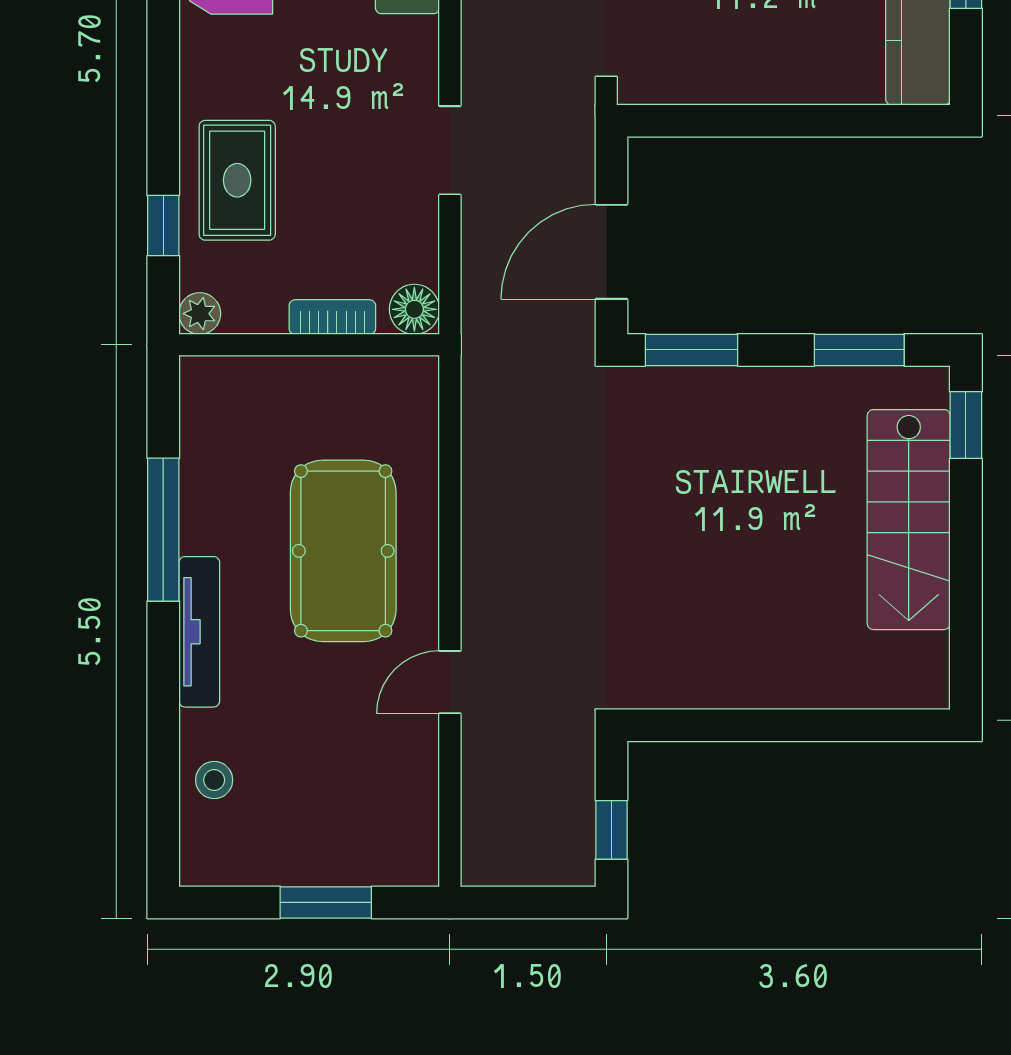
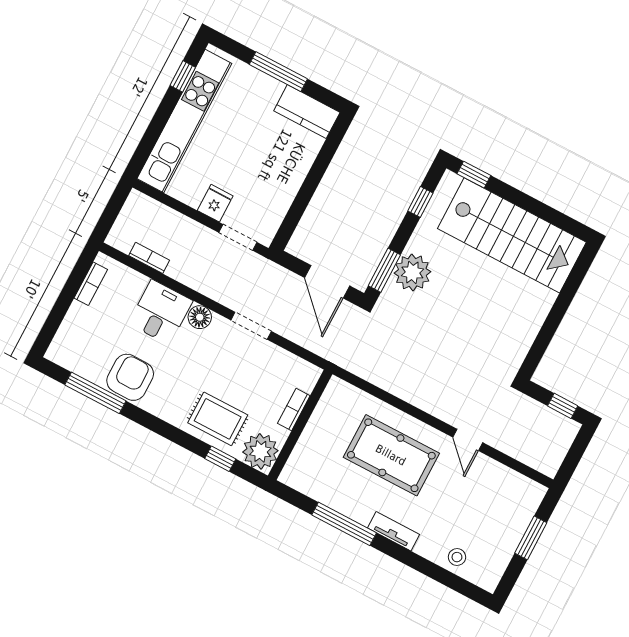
floor lamp: (414, 309) -> (200, 317), moved
plant: (200, 314) -> (260, 451), width x1.88, depth x1.88
window: (859, 350) -> (420, 202), width x0.67
plant: (716, 406) -> (412, 272), added
stairs: (909, 520) -> (512, 235), width x1.36, depth x1.51
tv unit: (199, 632) -> (393, 531), width x0.71

